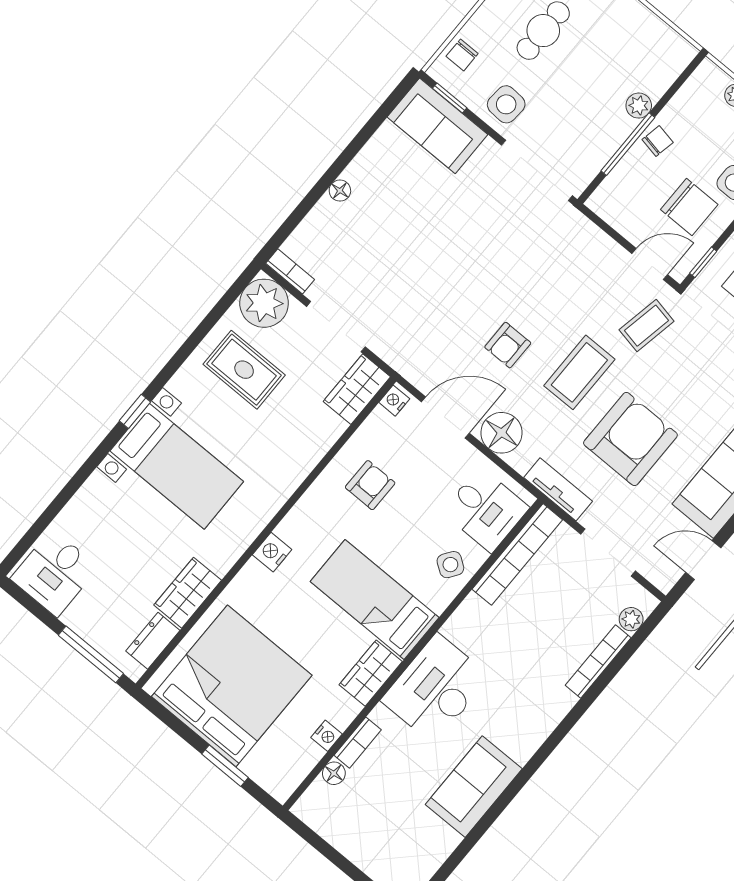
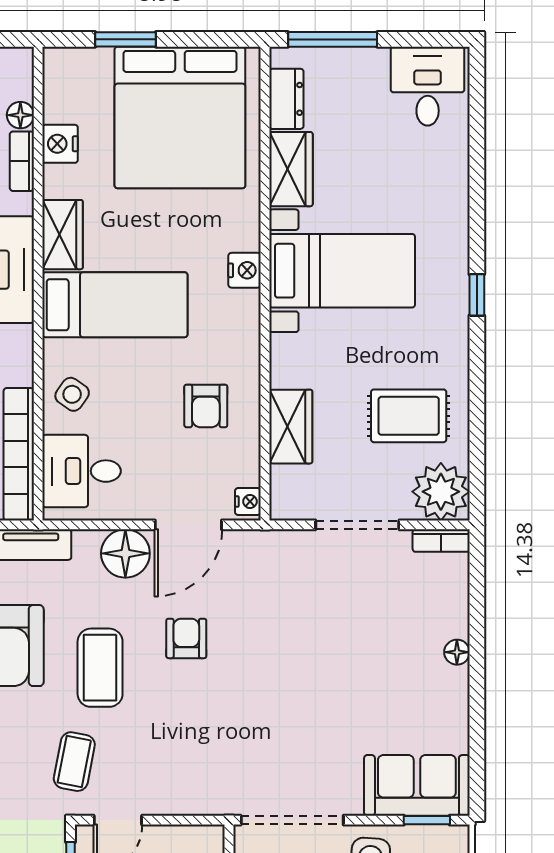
wardrobe: (357, 389) -> (291, 427), moved
bed with nightstands: (177, 466) -> (342, 271), moved, turned 180
nightstand: (327, 736) -> (60, 144), width x1.39, depth x1.35

